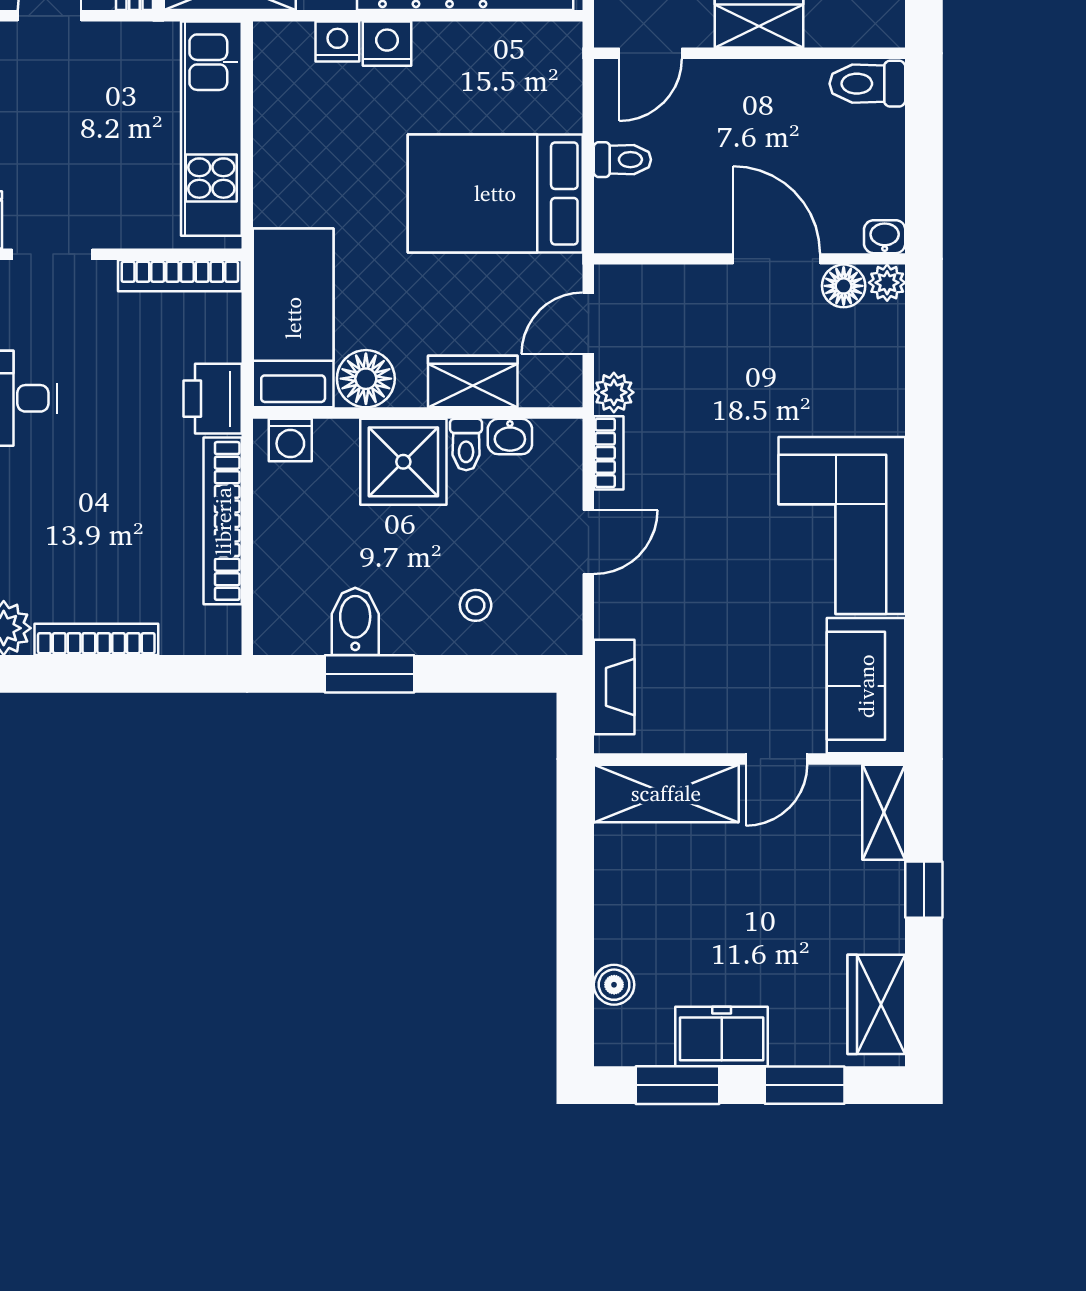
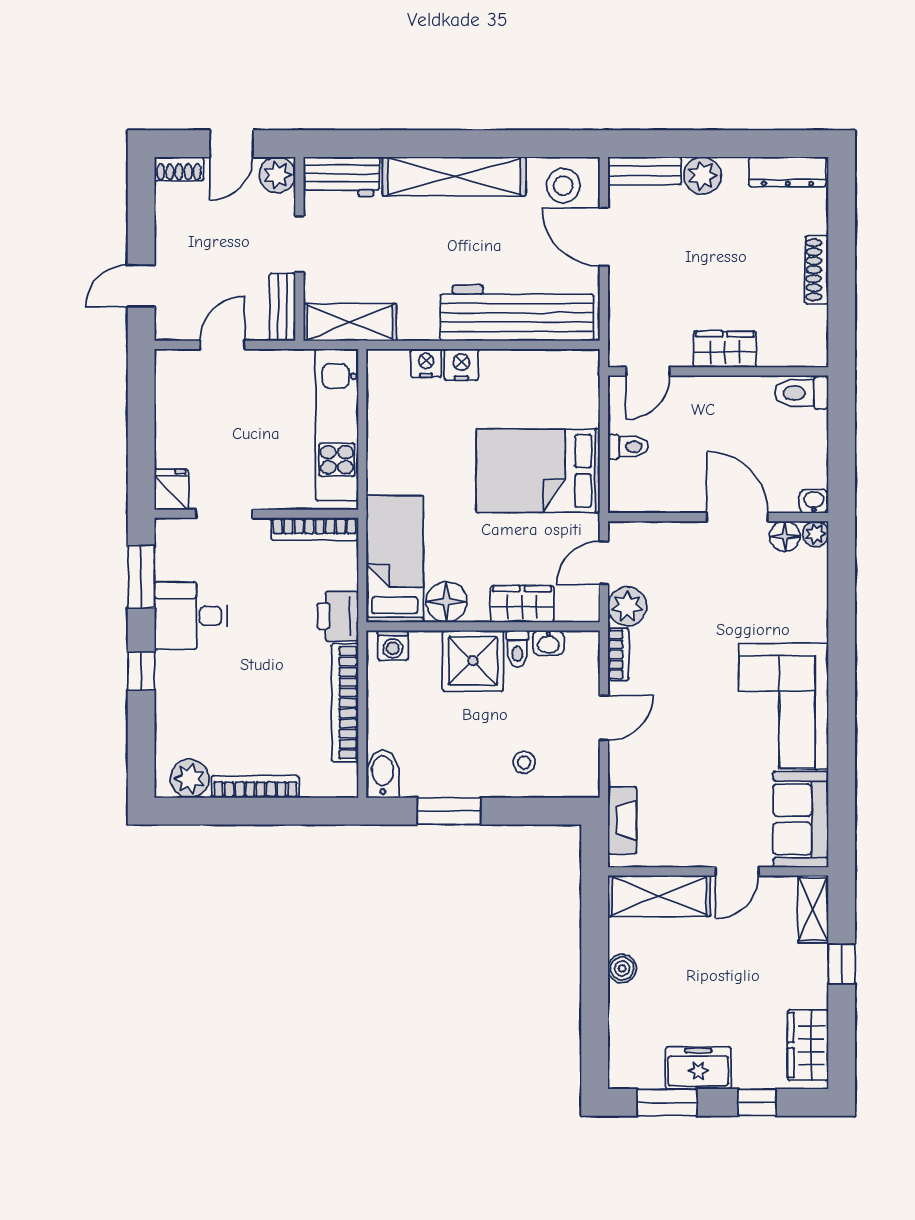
plant: (614, 392) -> (627, 606), width x1.38, depth x1.38
bidet: (355, 621) -> (383, 774), moved
boiler: (614, 985) -> (622, 968), moved
window: (805, 1085) -> (757, 1102), width x0.67

